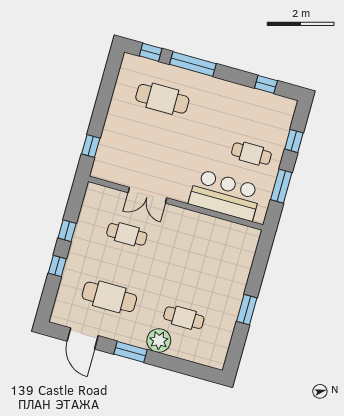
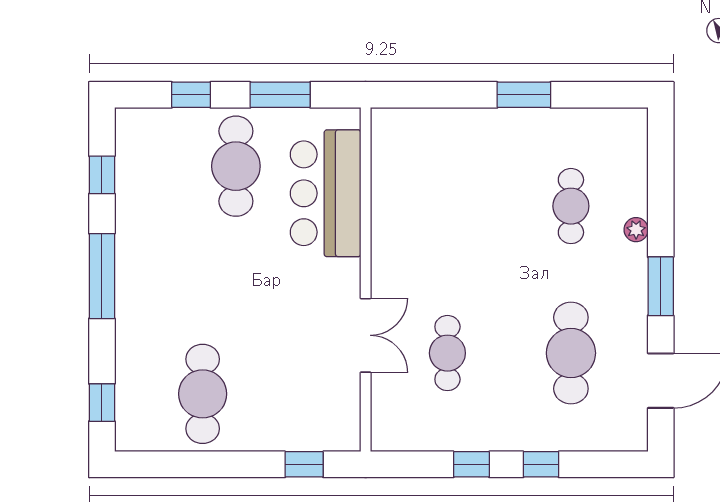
window: (193, 64) -> (102, 276), moved
cafe table: (162, 99) -> (203, 394), moved
cafe table: (251, 154) -> (236, 166), width x1.37, depth x1.35
plant: (159, 340) -> (636, 230), width x0.53, depth x0.53

